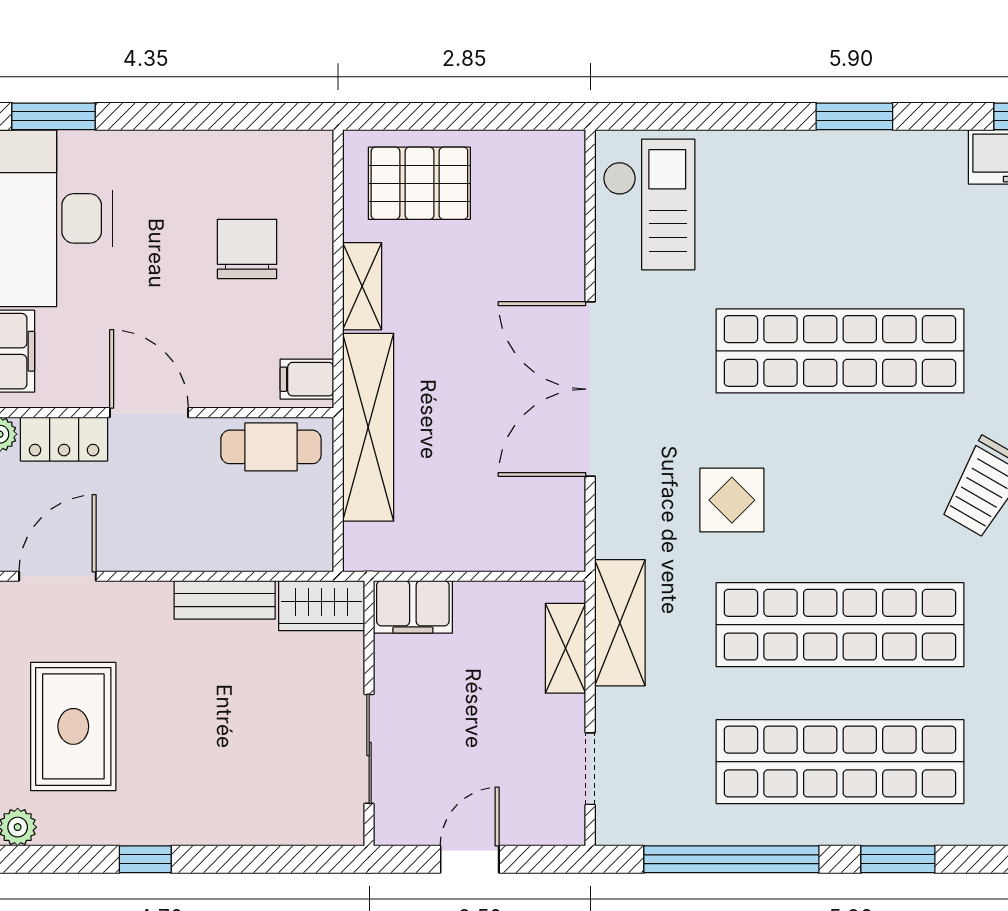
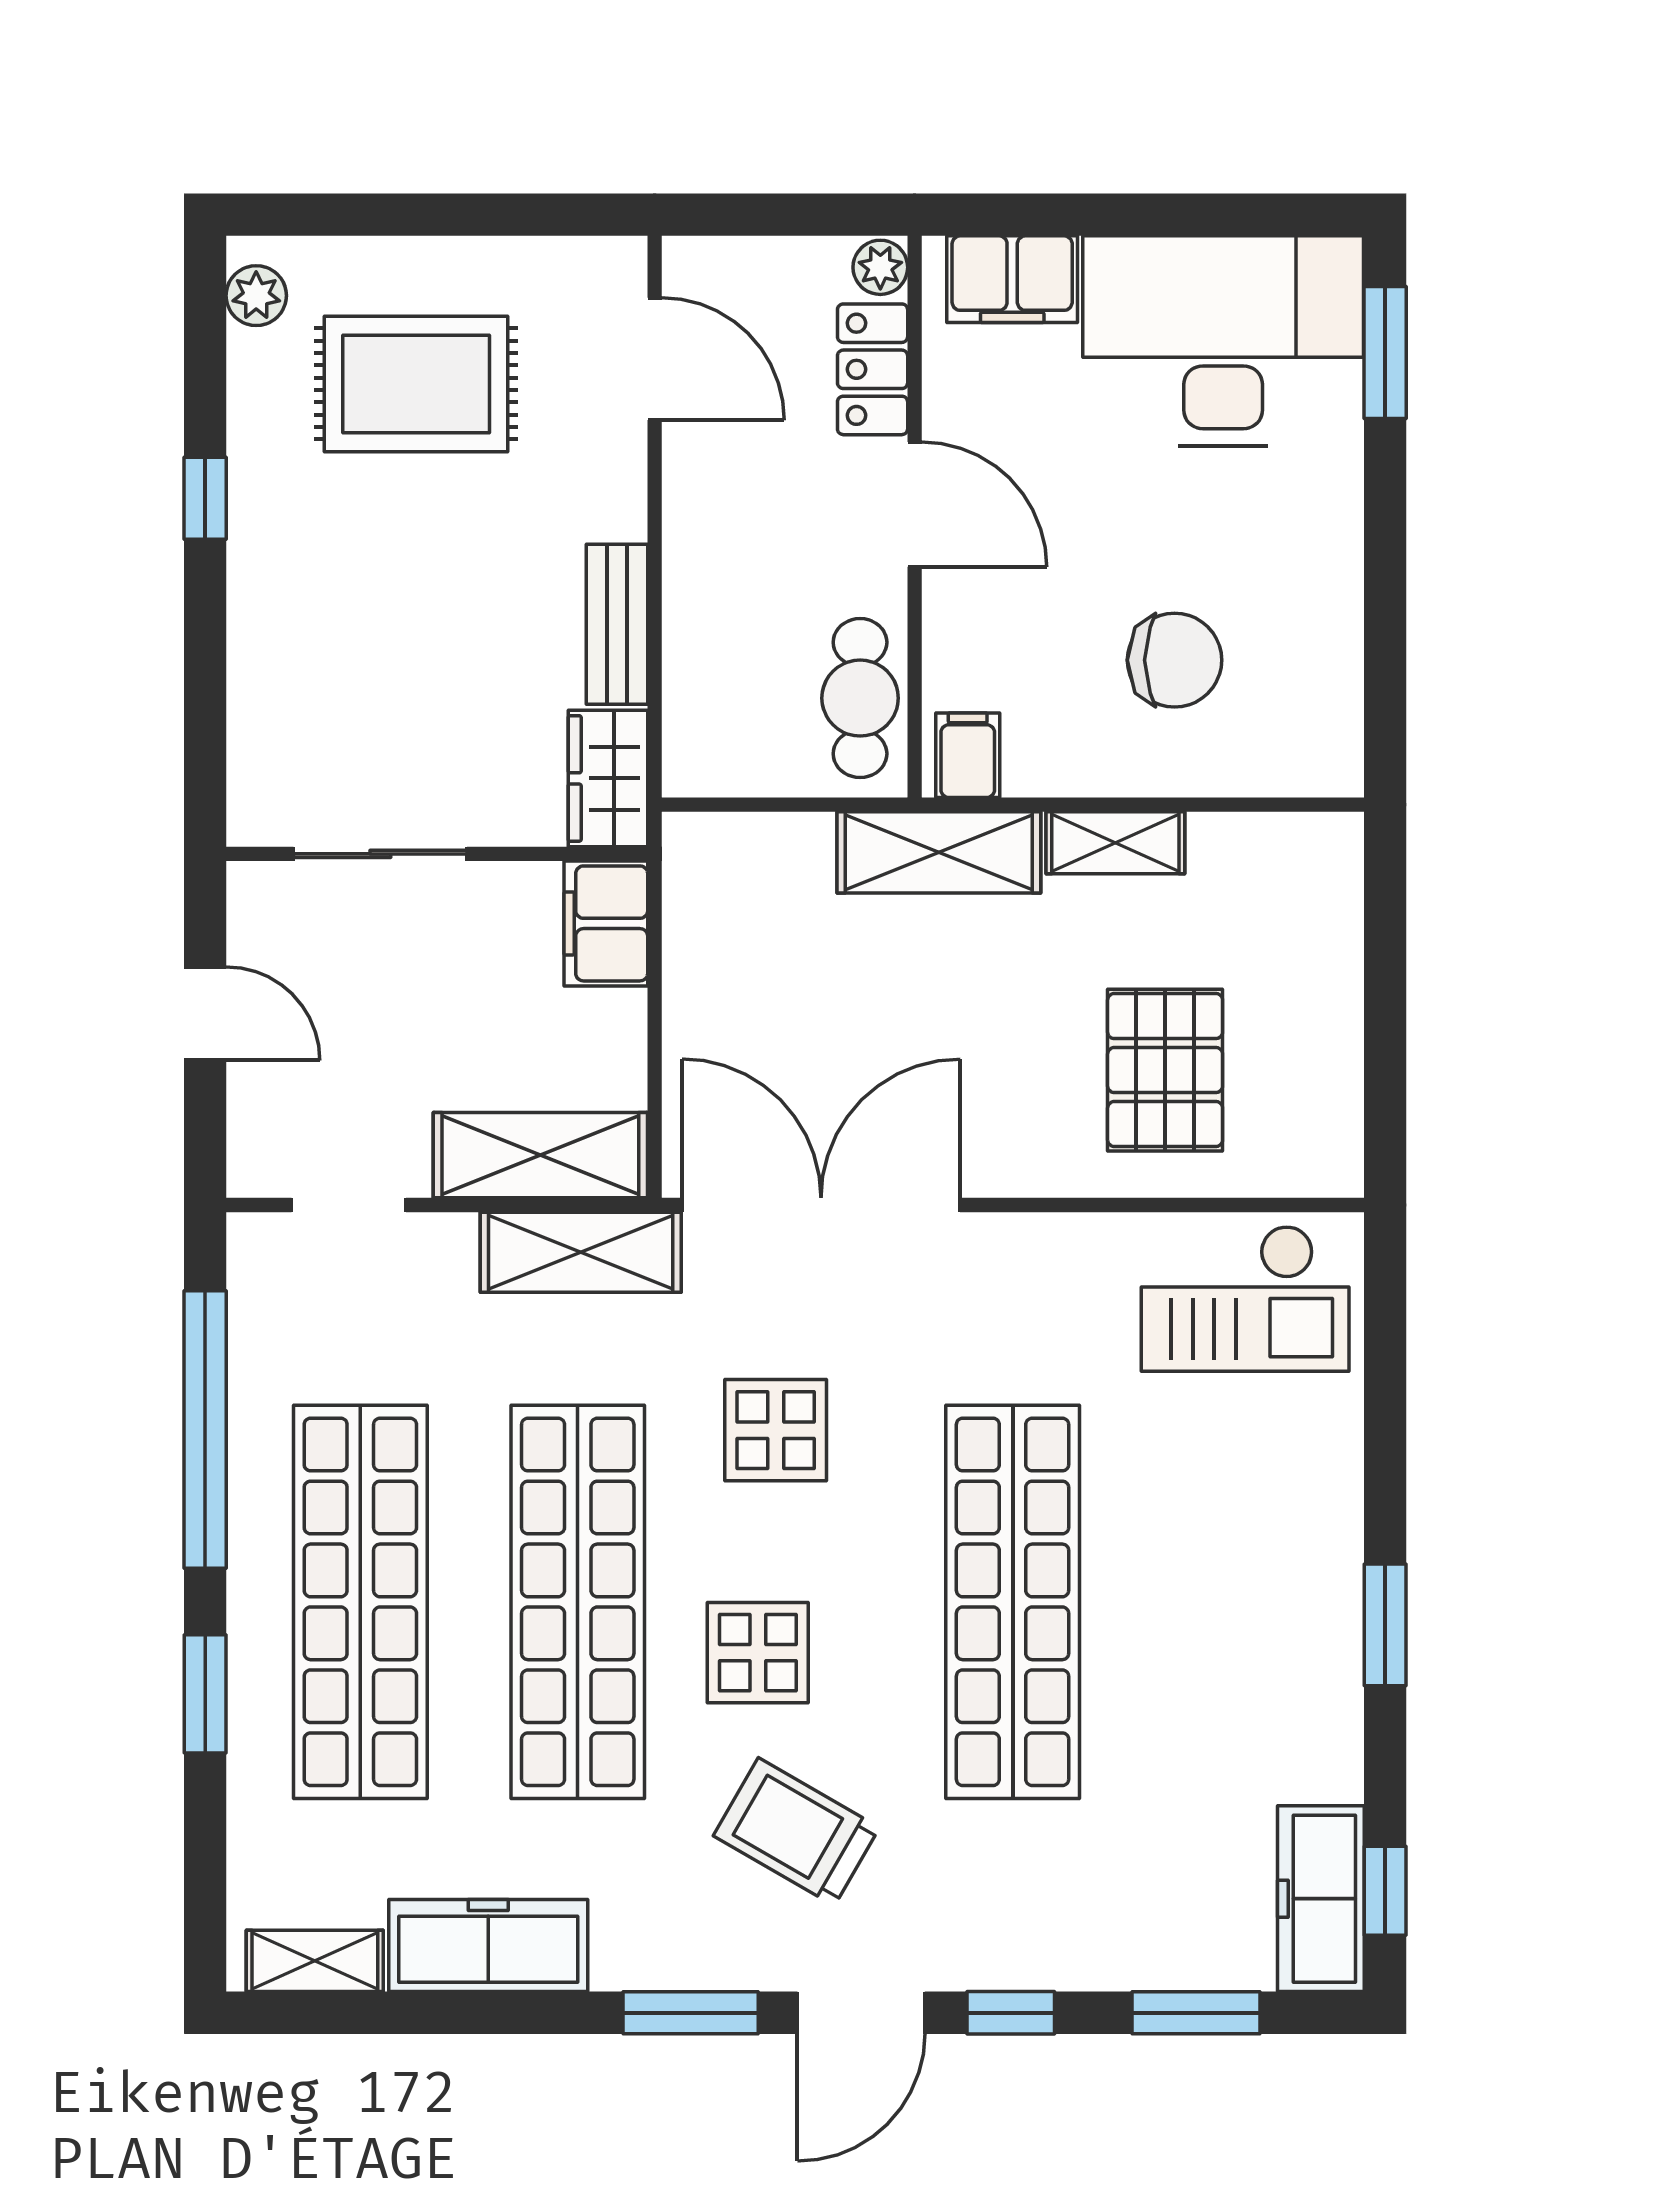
pallet: (419, 183) -> (1165, 1070), moved
double door: (590, 389) -> (821, 1205), moved
door: (149, 413) -> (915, 504), hinge flipped
shelving: (368, 427) -> (939, 852), width x0.68
display table: (872, 511) -> (758, 1653), added
shelving: (565, 648) -> (540, 1155), width x1.50, depth x1.33

